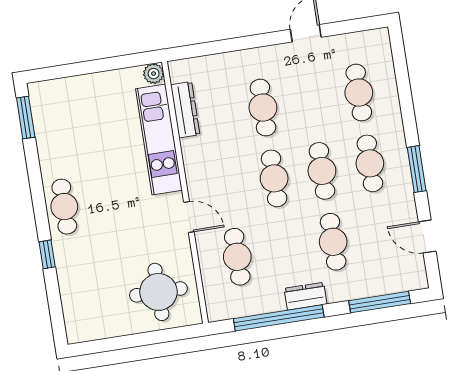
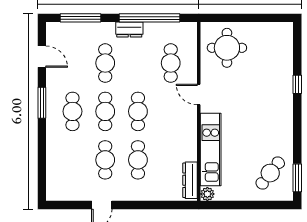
cafe table: (359, 93) -> (105, 160), moved
dresser: (185, 110) -> (190, 180), moved
cafe table: (64, 207) -> (270, 173), moved, turned 38

